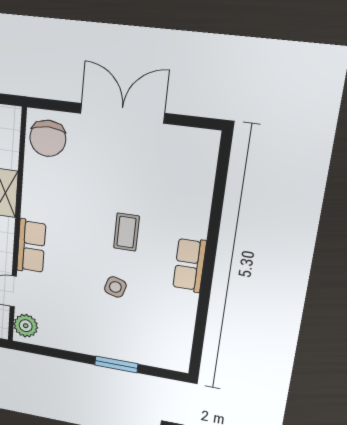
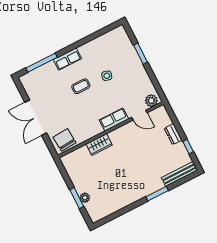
chair: (48, 138) -> (65, 140), turned -94
window: (219, 193) -> (42, 63), added
row of seats: (190, 265) -> (67, 59), moved

